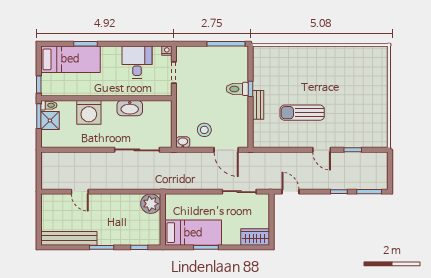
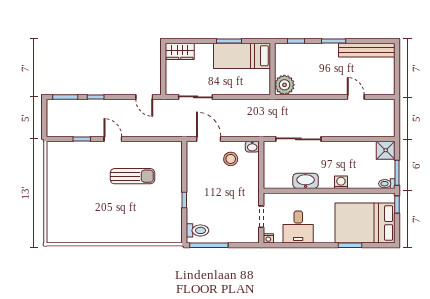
bed: (70, 59) -> (365, 223), width x1.50
toilet: (237, 89) -> (197, 230), moved
bench: (258, 105) -> (177, 184), removed
washing machine: (89, 112) -> (341, 182), width x0.53, depth x0.53
shower: (50, 120) -> (386, 150), moved

